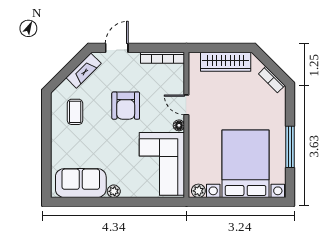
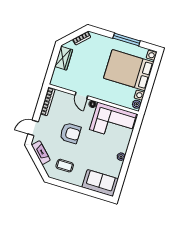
door: (117, 48) -> (33, 128), hinge flipped
wardrobe: (226, 62) -> (64, 58), width x0.67
door: (186, 105) -> (81, 96), hinge flipped
sofa: (81, 183) -> (100, 183), moved, turned 90

